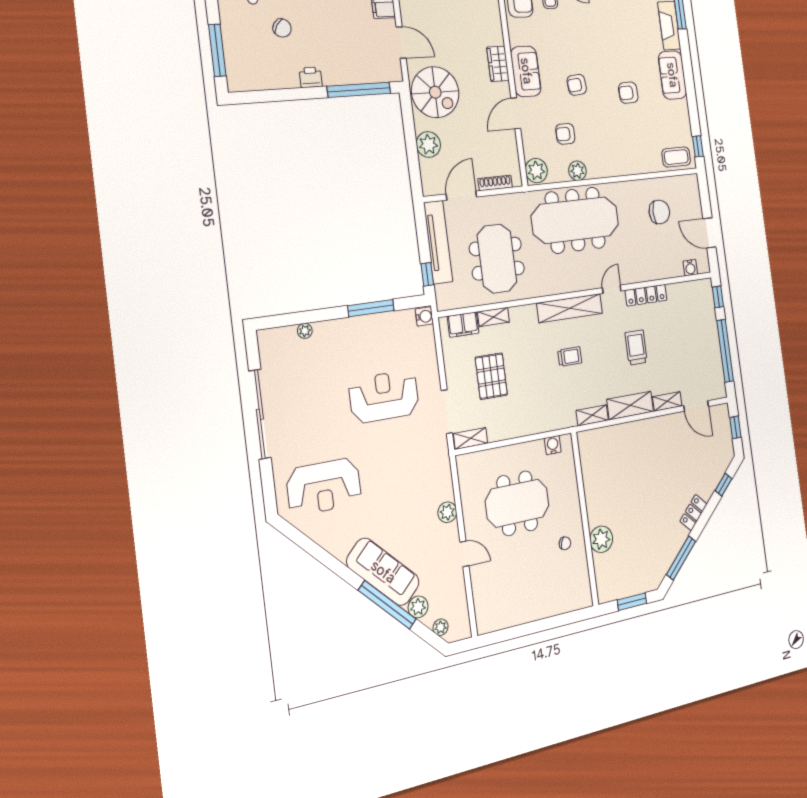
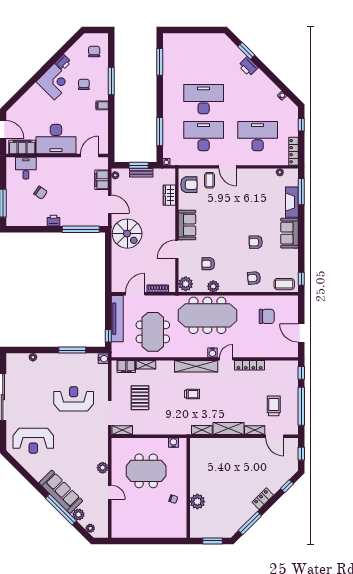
wardrobe: (498, 64) -> (169, 195), moved
armchair: (577, 85) -> (254, 278), moved
plant: (428, 144) -> (119, 263), removed
water cooler: (690, 268) -> (212, 353), moved
trolley: (636, 347) -> (274, 406), moved

